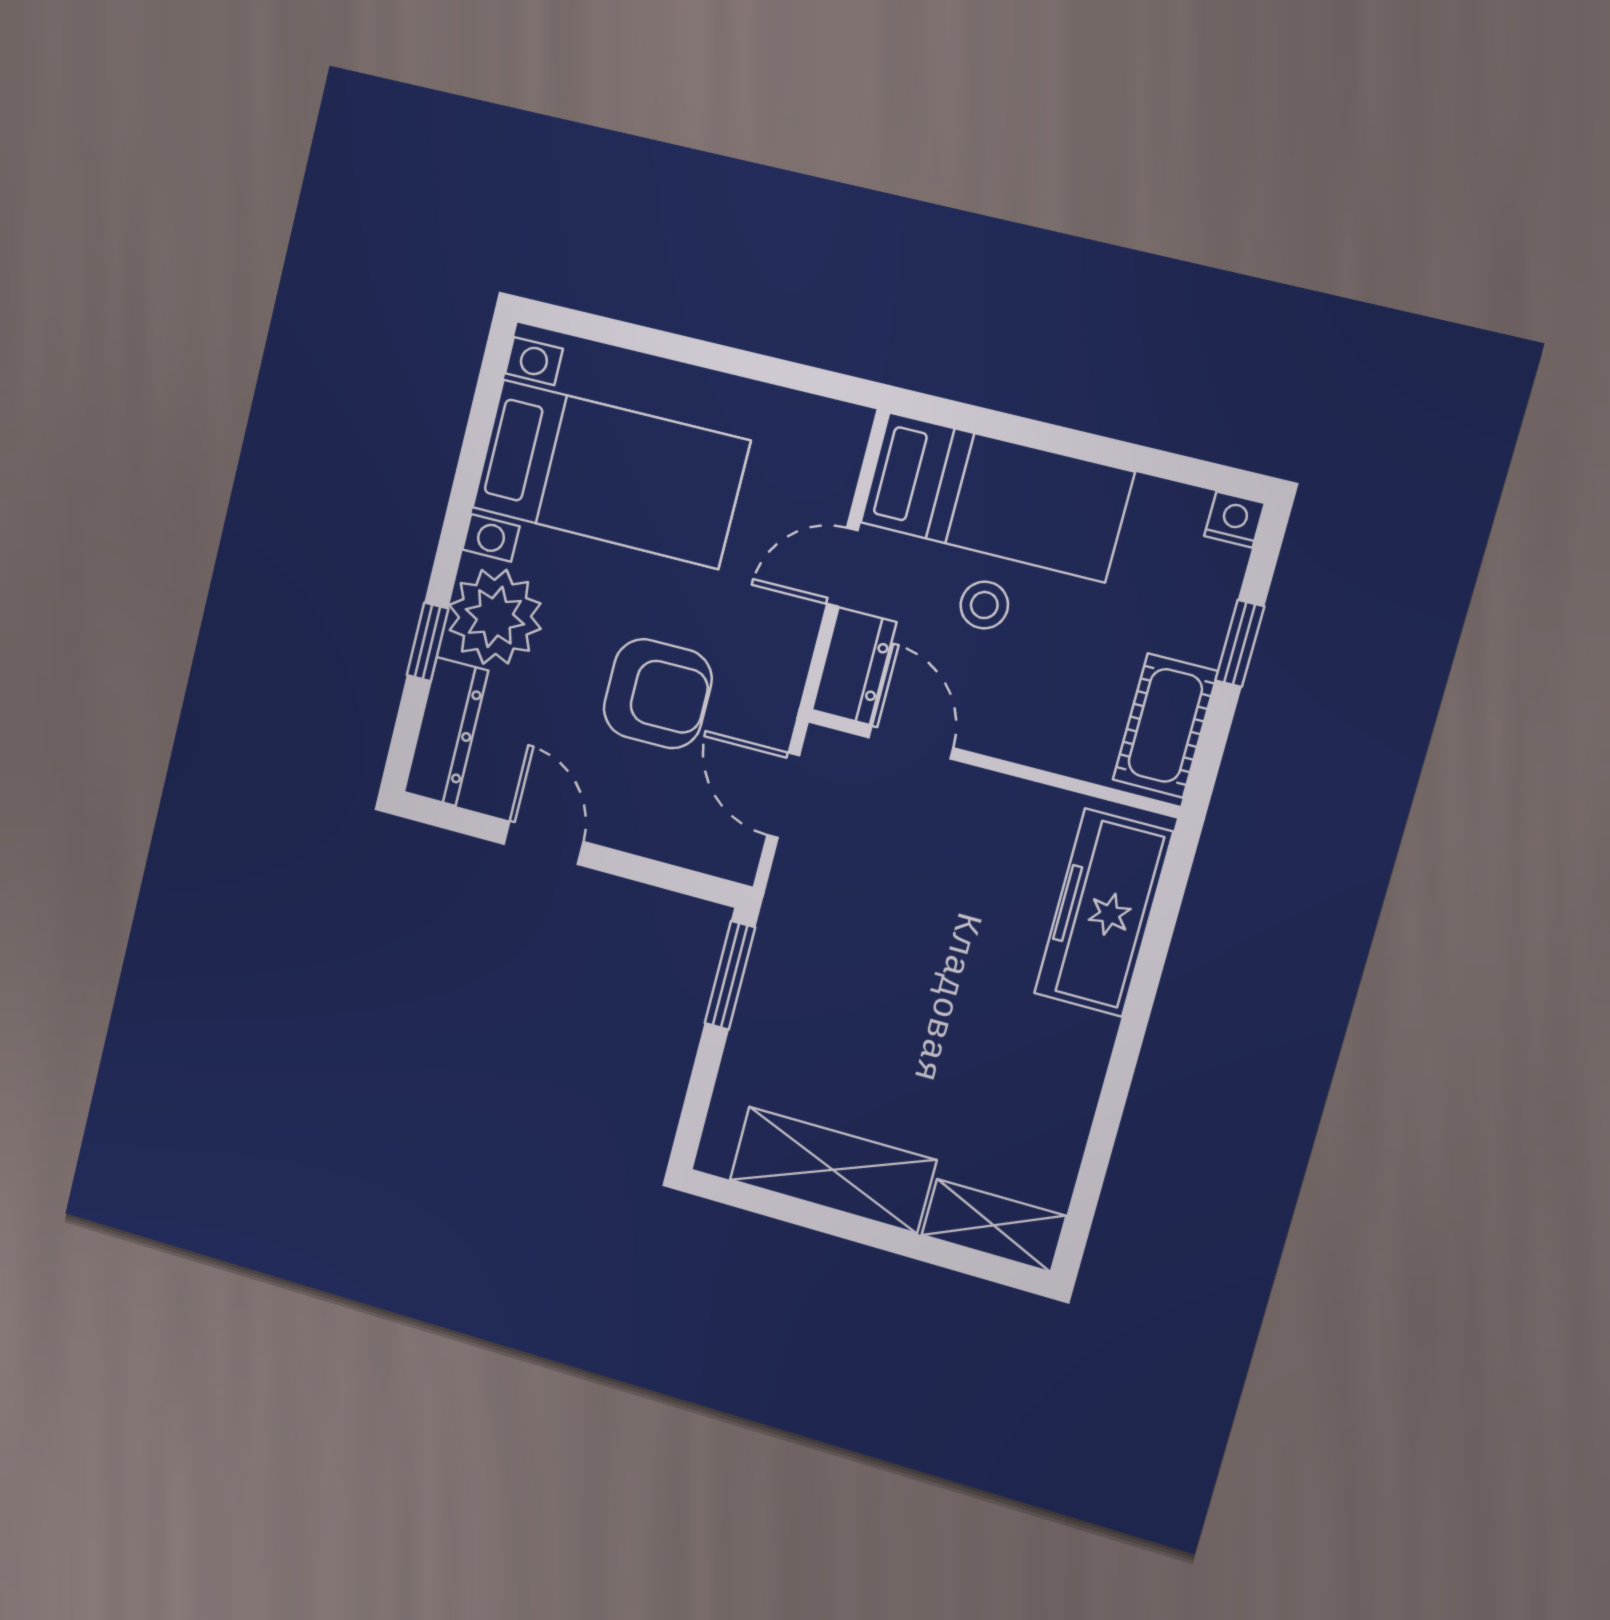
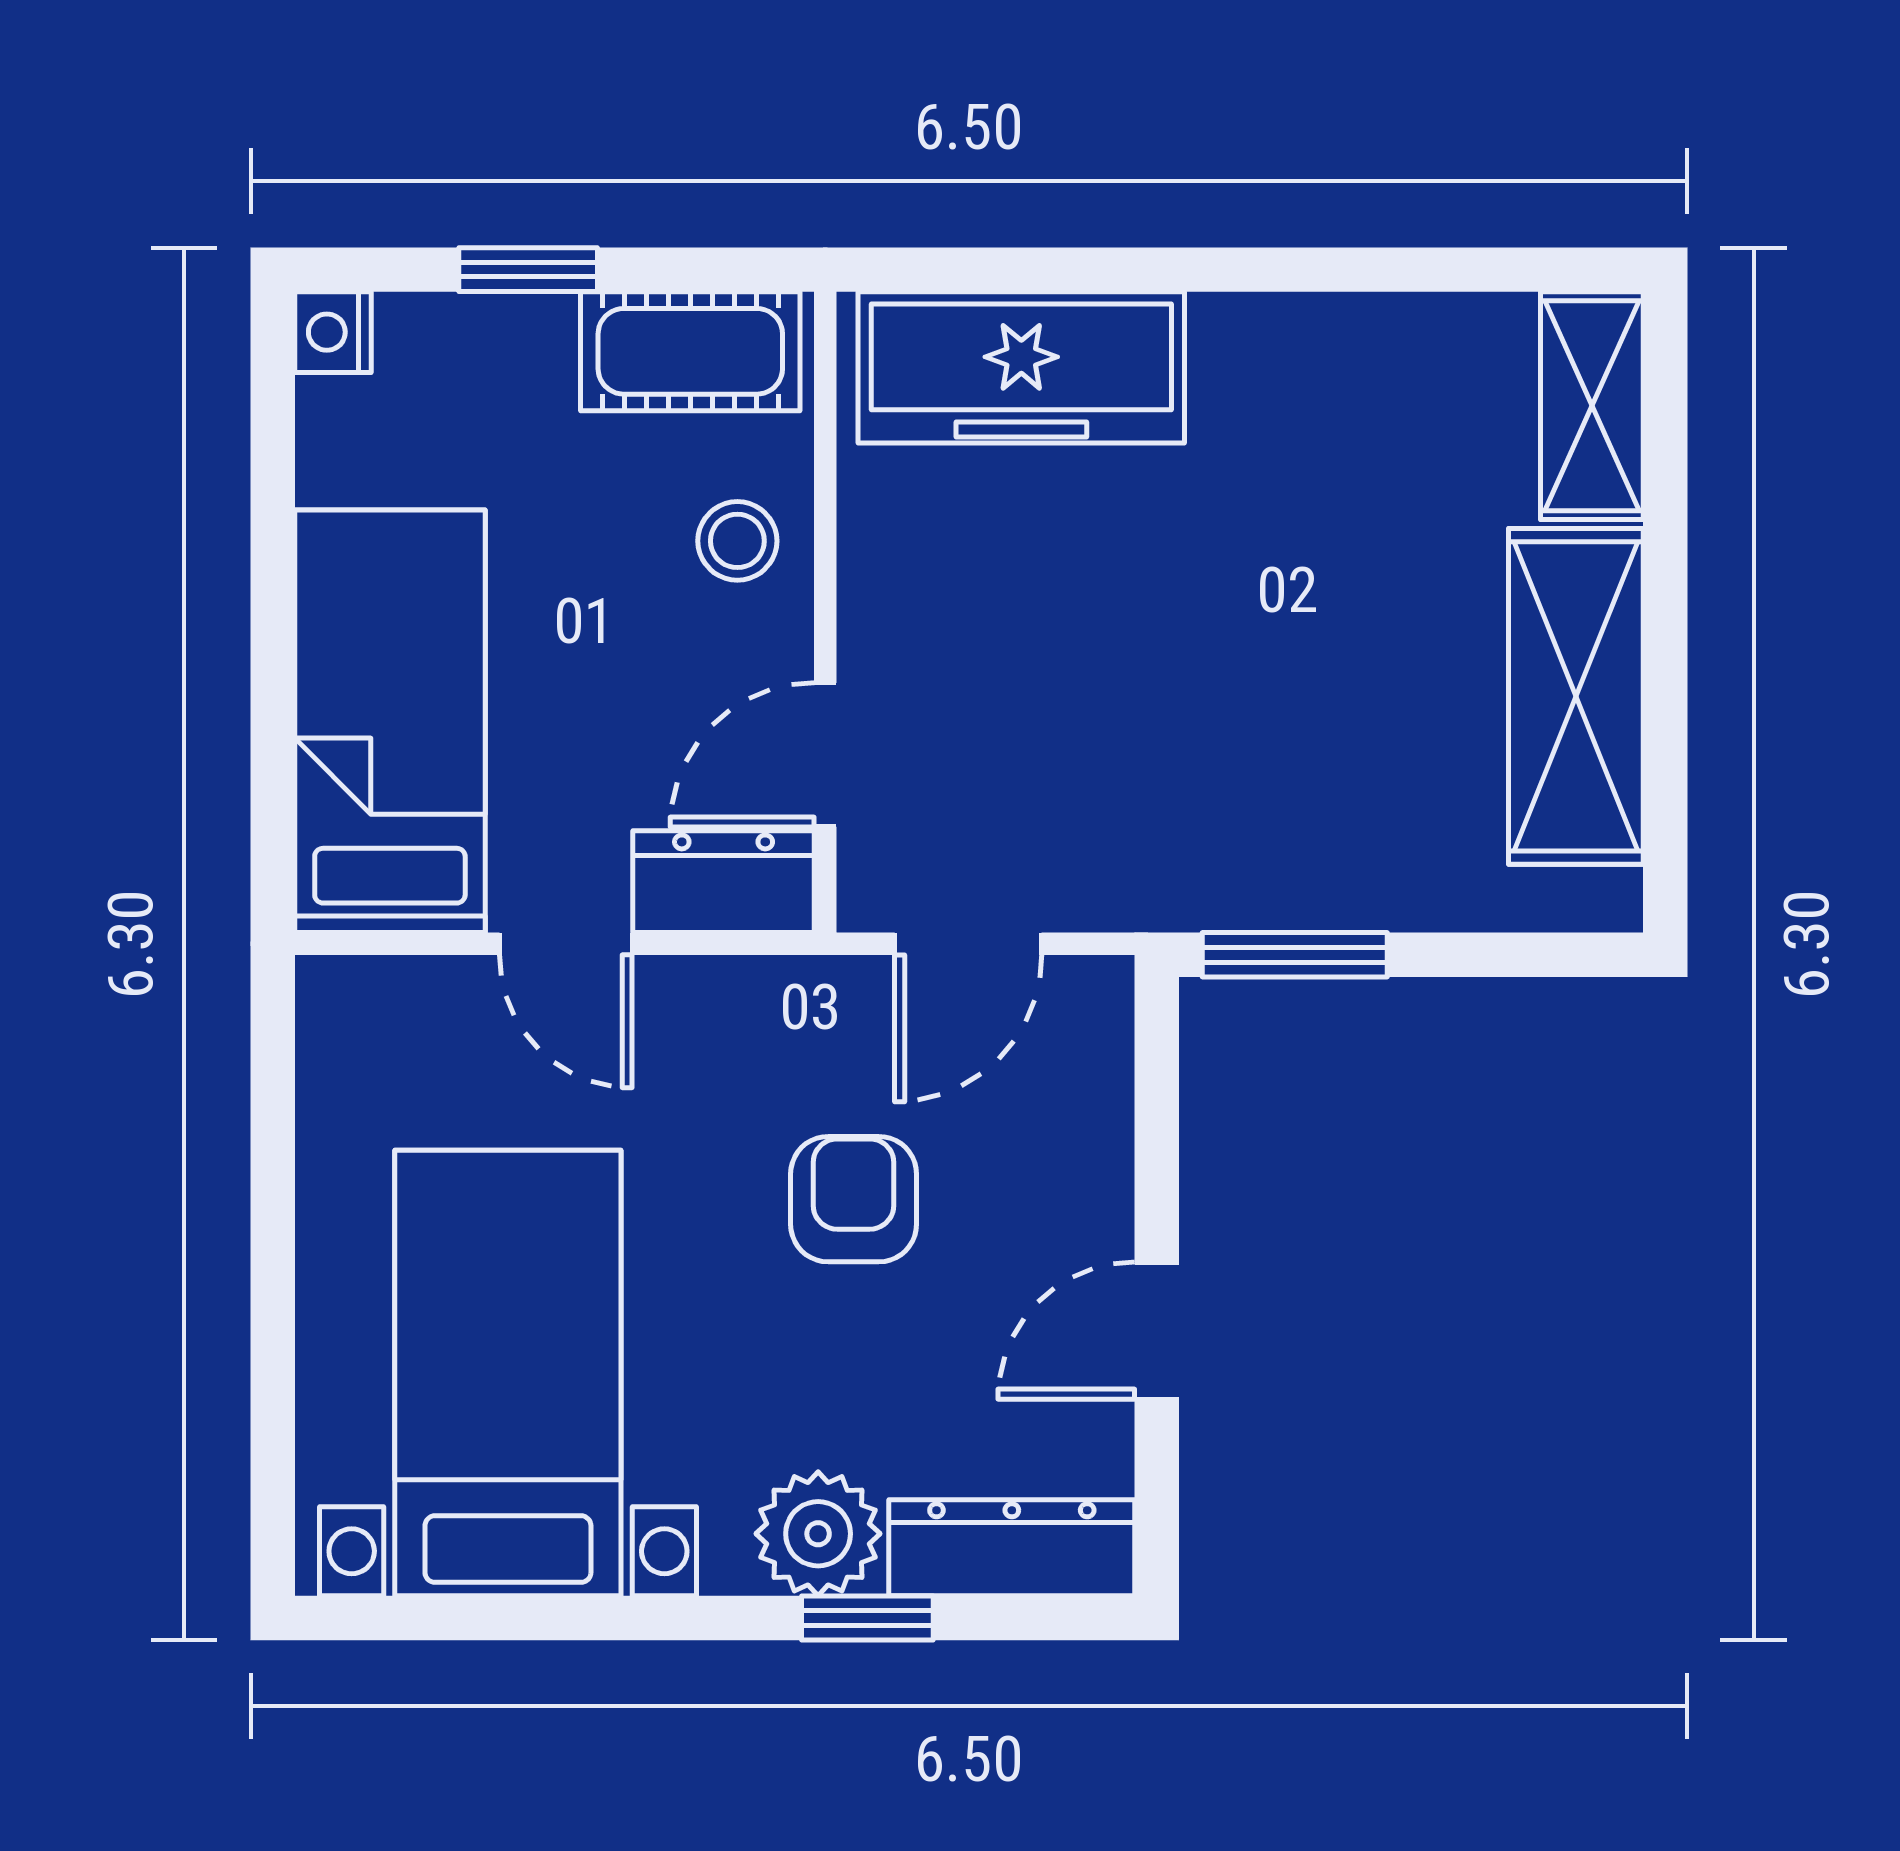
stool: (984, 605) -> (737, 541), moved
plant: (495, 617) -> (818, 1534), width x0.73, depth x0.73
armchair: (658, 694) -> (854, 1199), width x0.72, depth x0.72

